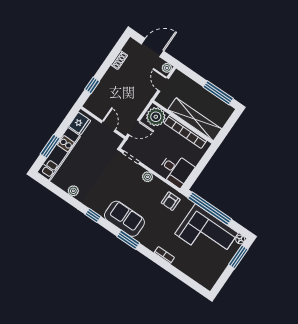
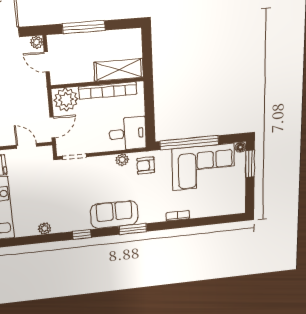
window: (218, 93) -> (84, 27), moved
shelving: (195, 119) -> (119, 70), width x0.68
plant: (148, 177) -> (122, 160), moved
armchair: (171, 201) -> (146, 166), turned 90

